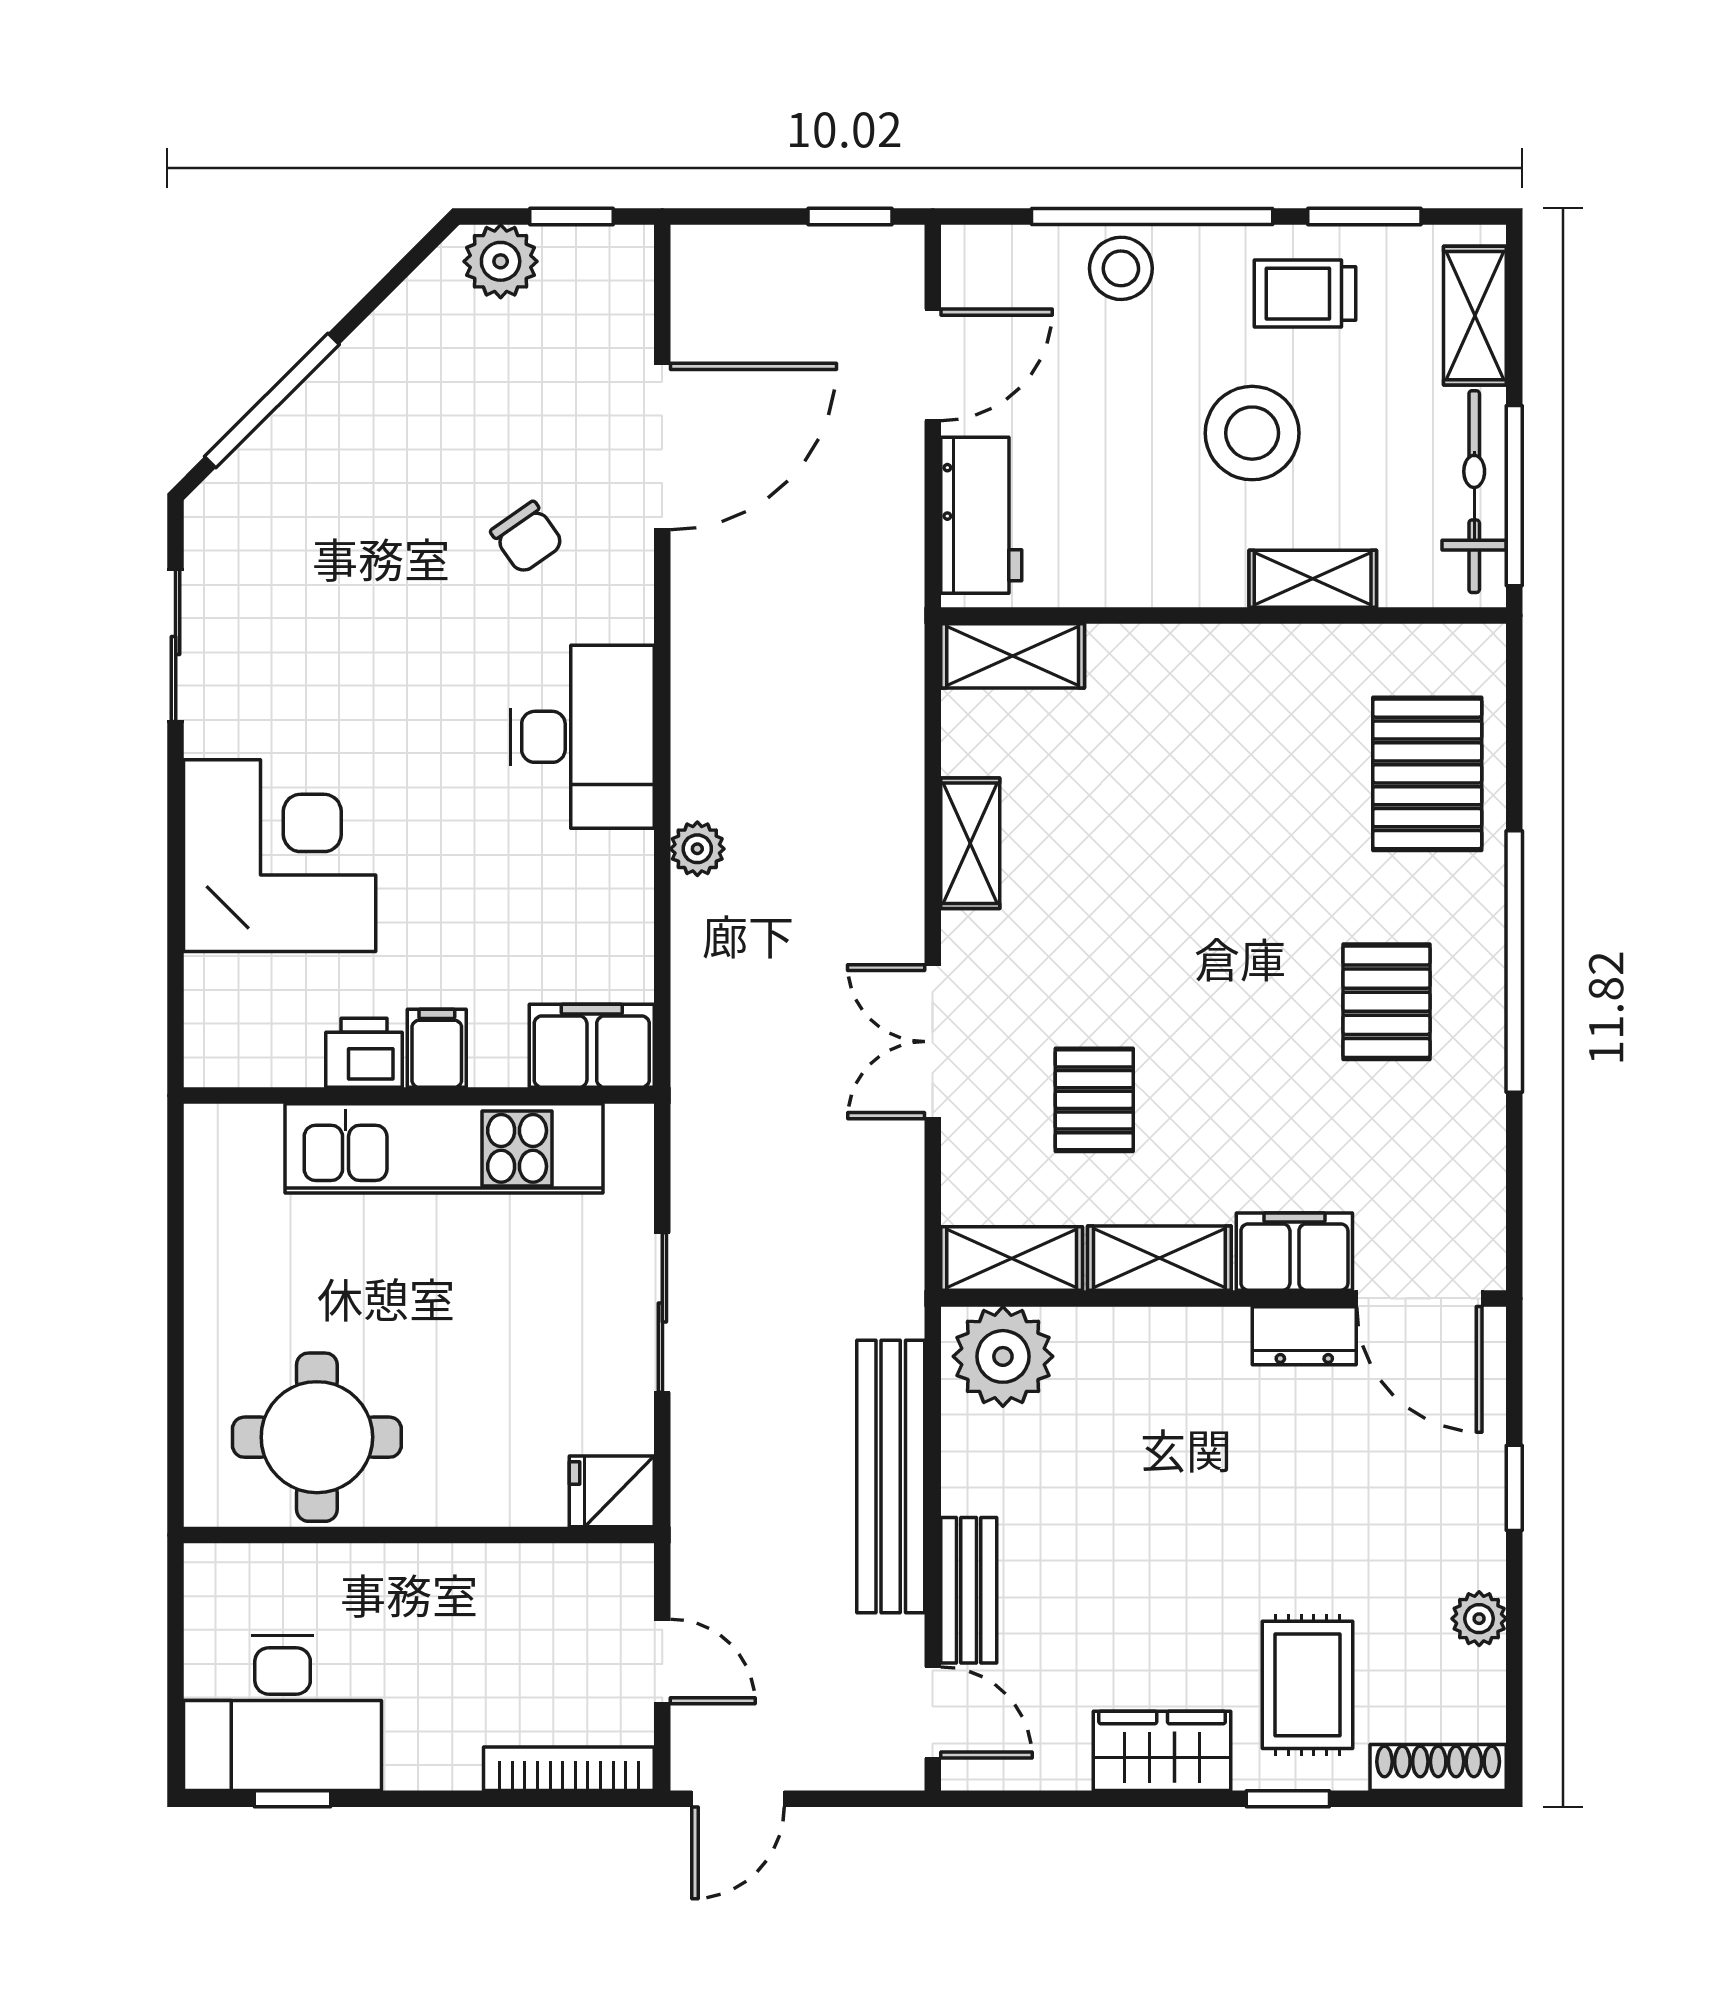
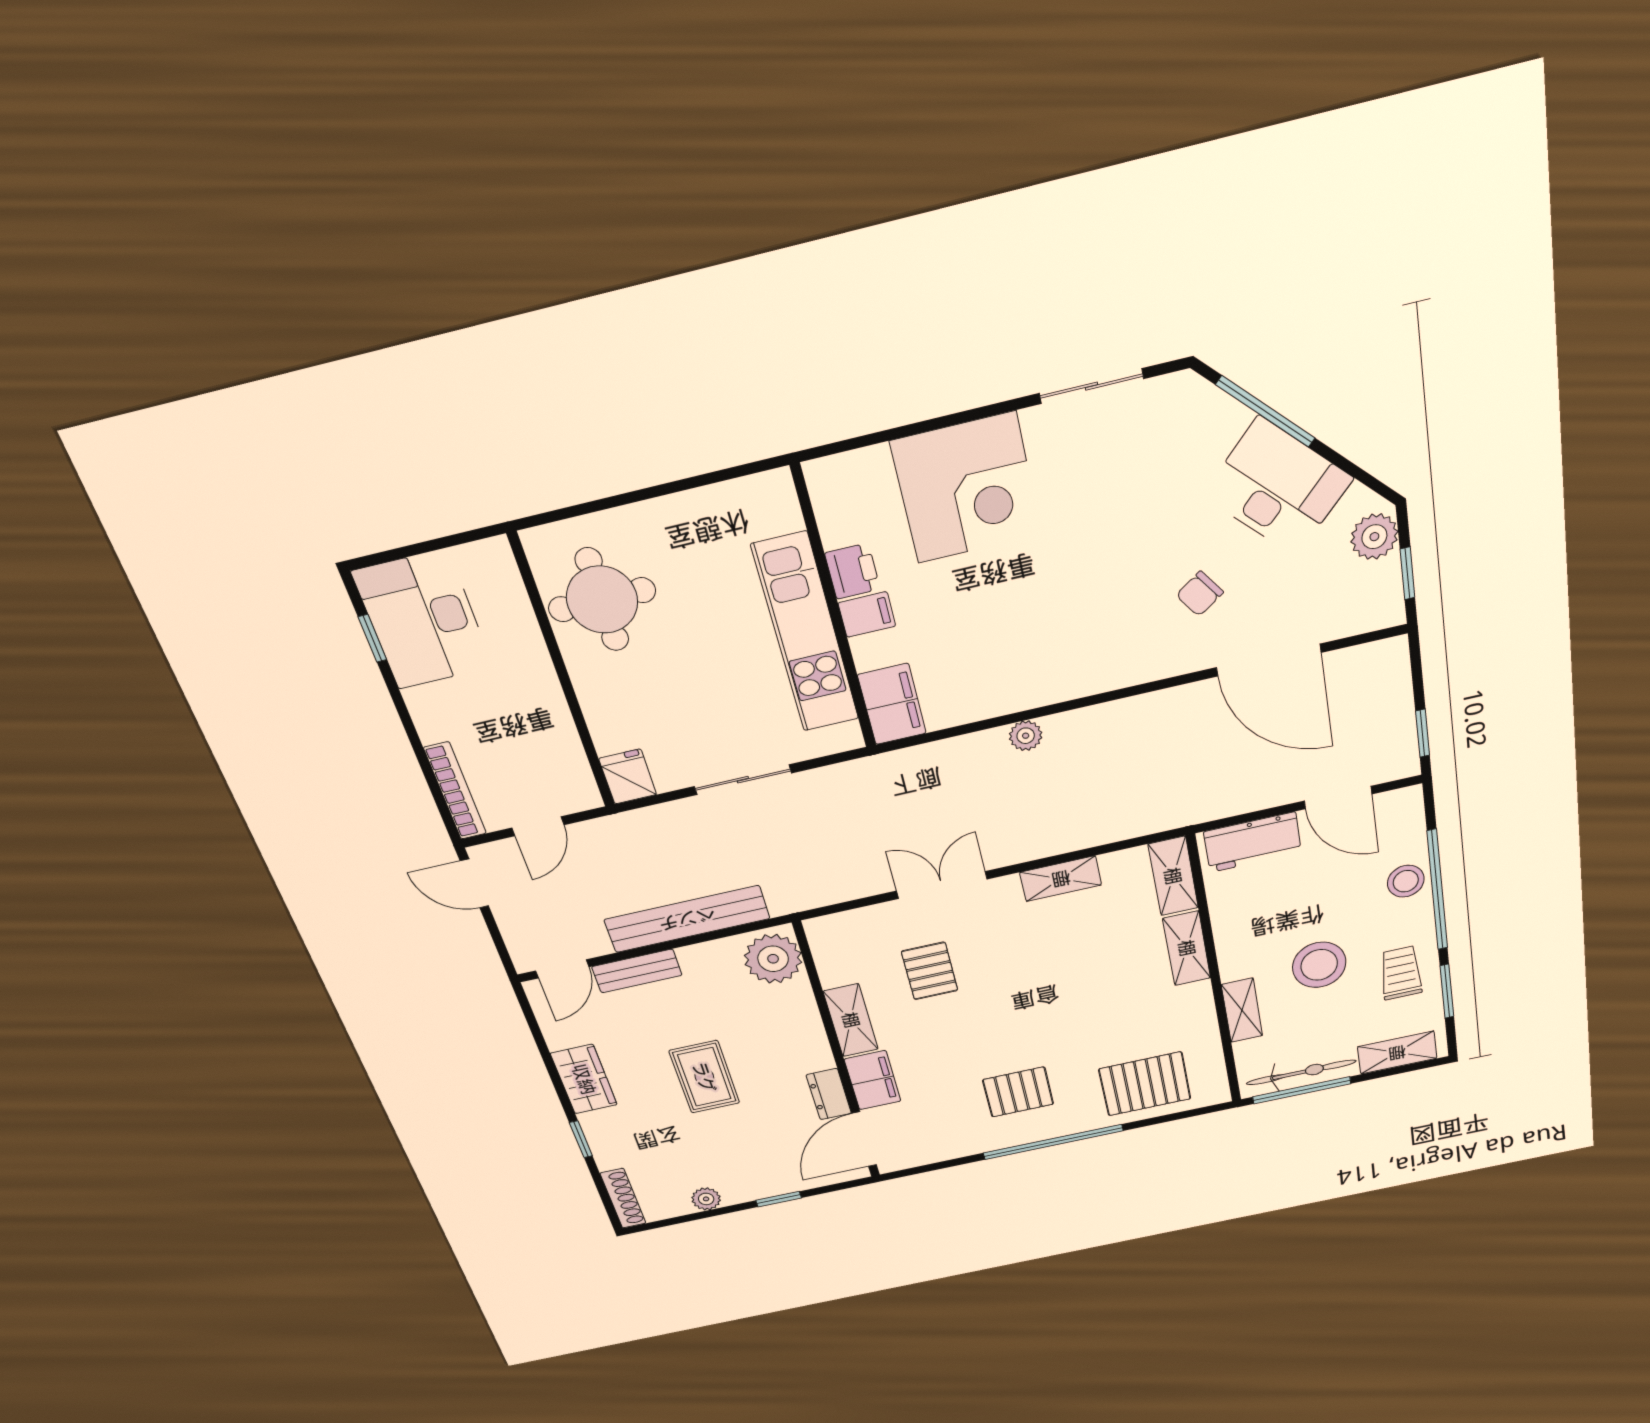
desk: (582, 737) -> (1278, 487), moved, turned -135
pallet: (1094, 1100) -> (930, 971), turned 90
shelving: (1012, 1258) -> (1187, 948), moved
rug: (1307, 1685) -> (704, 1077), moved, turned 90

